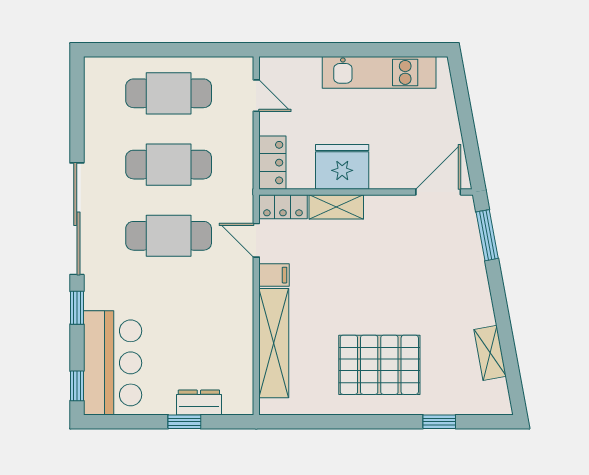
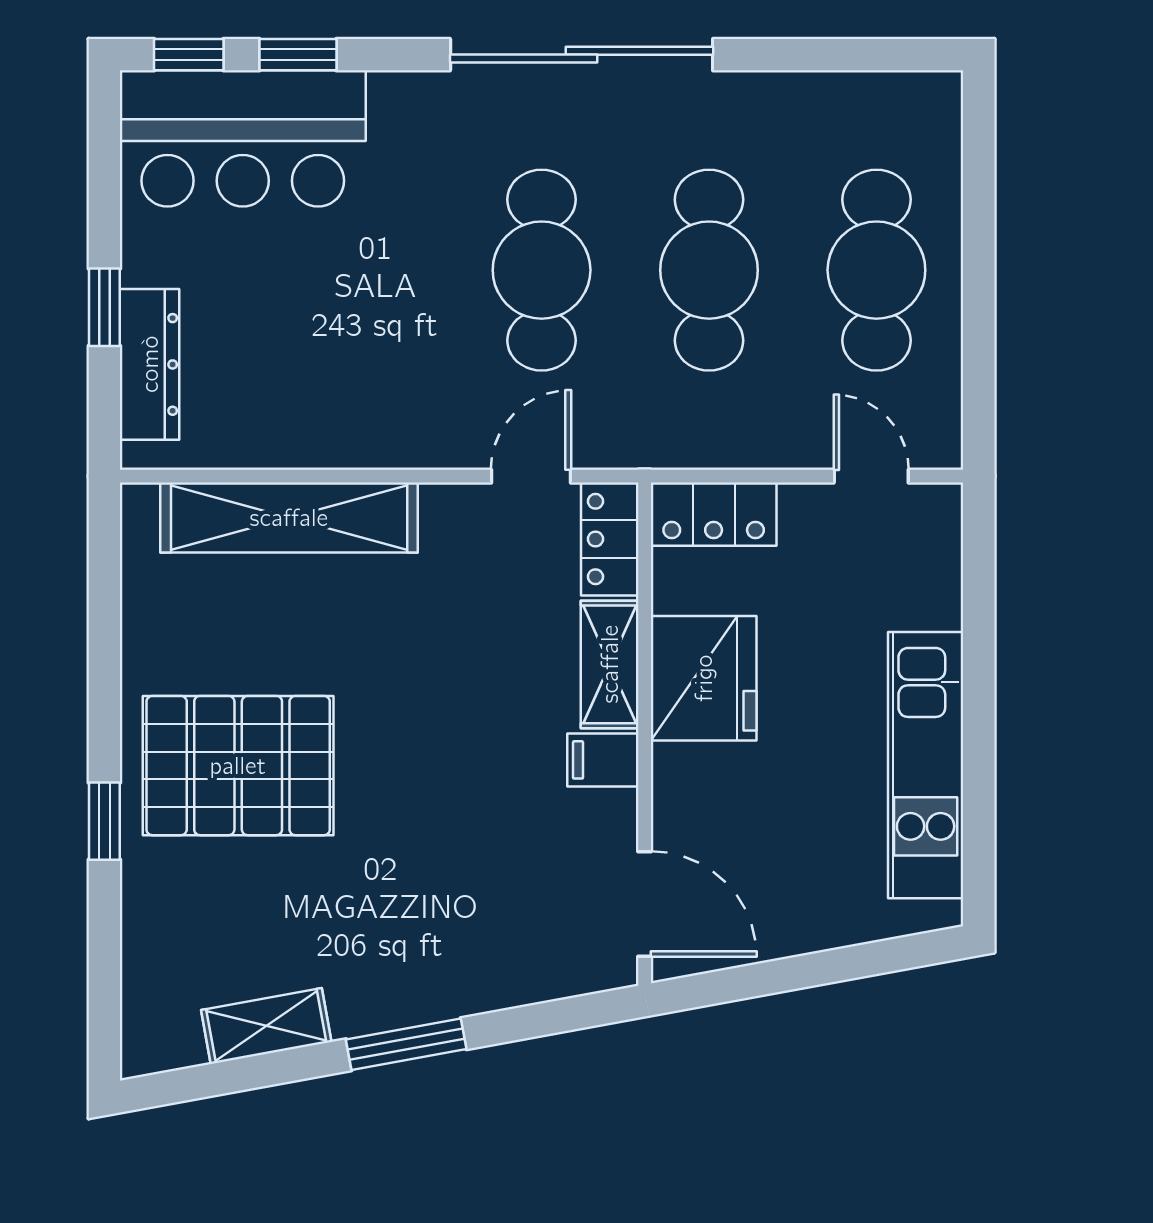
door: (256, 96) -> (871, 476), swing flipped
window: (487, 235) -> (406, 1044), moved
filing cabinet: (274, 275) -> (603, 760), moved, turned 90
window: (77, 308) -> (298, 55), moved
pallet: (379, 365) -> (238, 766), turned 90
dresser: (199, 403) -> (150, 364), width x1.44
window: (439, 422) -> (104, 821), moved

